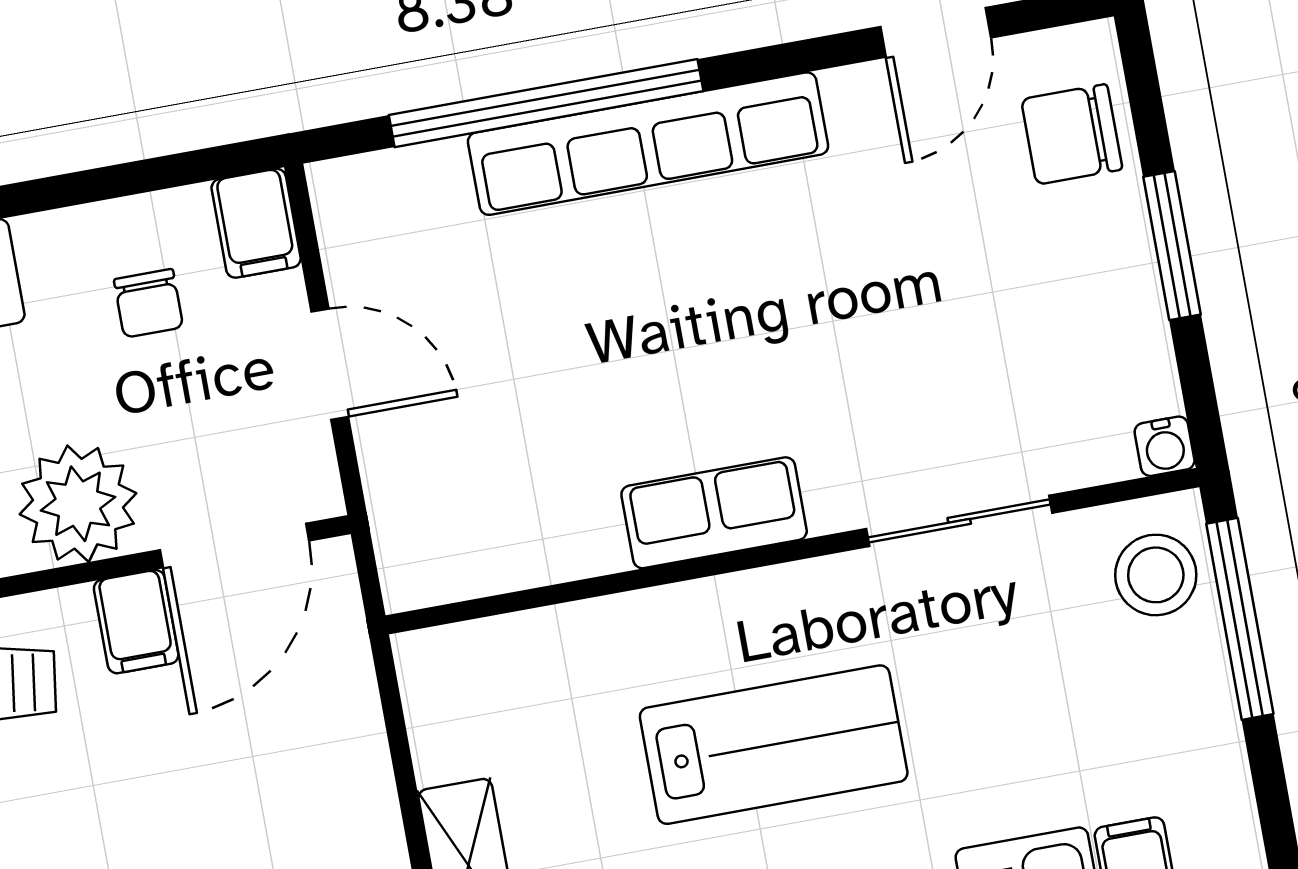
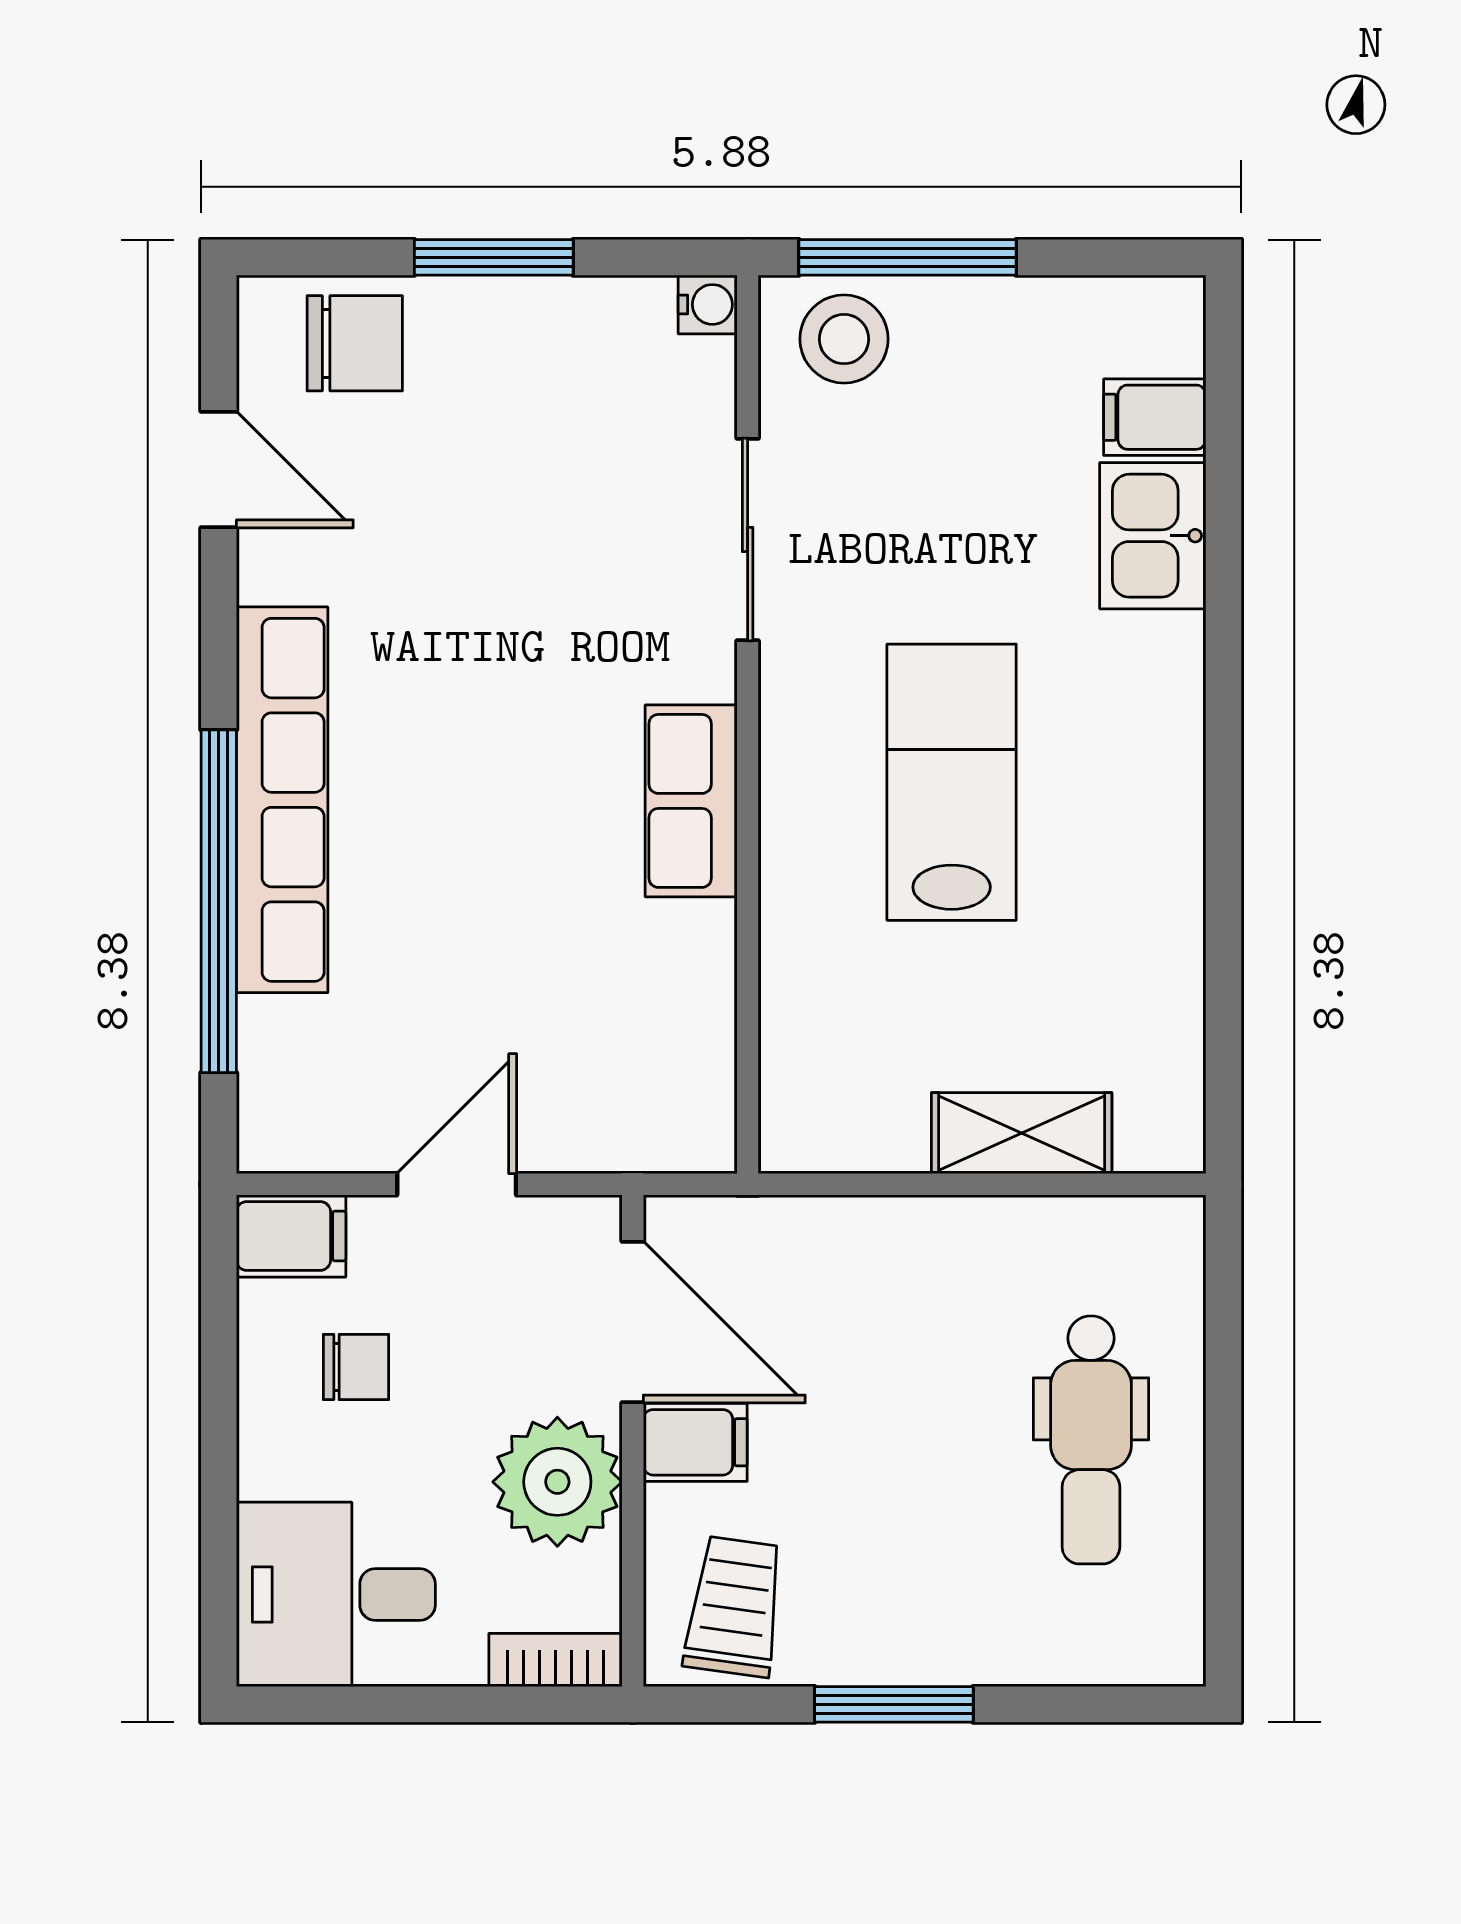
chair: (1072, 134) -> (355, 343), turned -90

